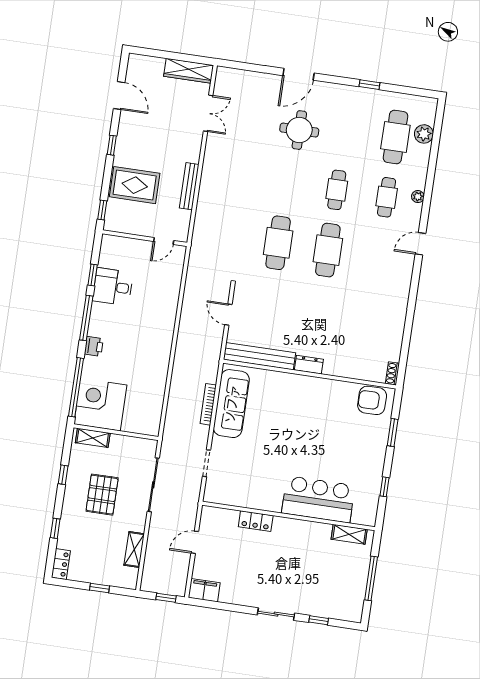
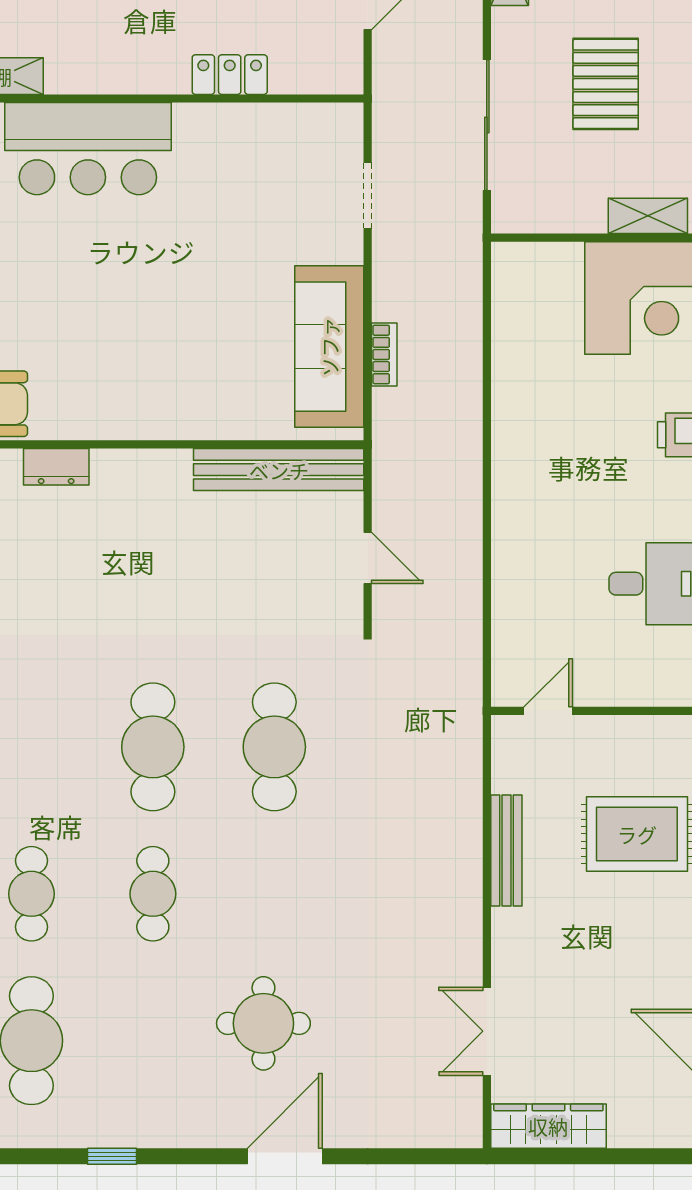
dresser: (309, 365) -> (56, 467), moved
bookcase: (208, 404) -> (384, 354), width x0.64

